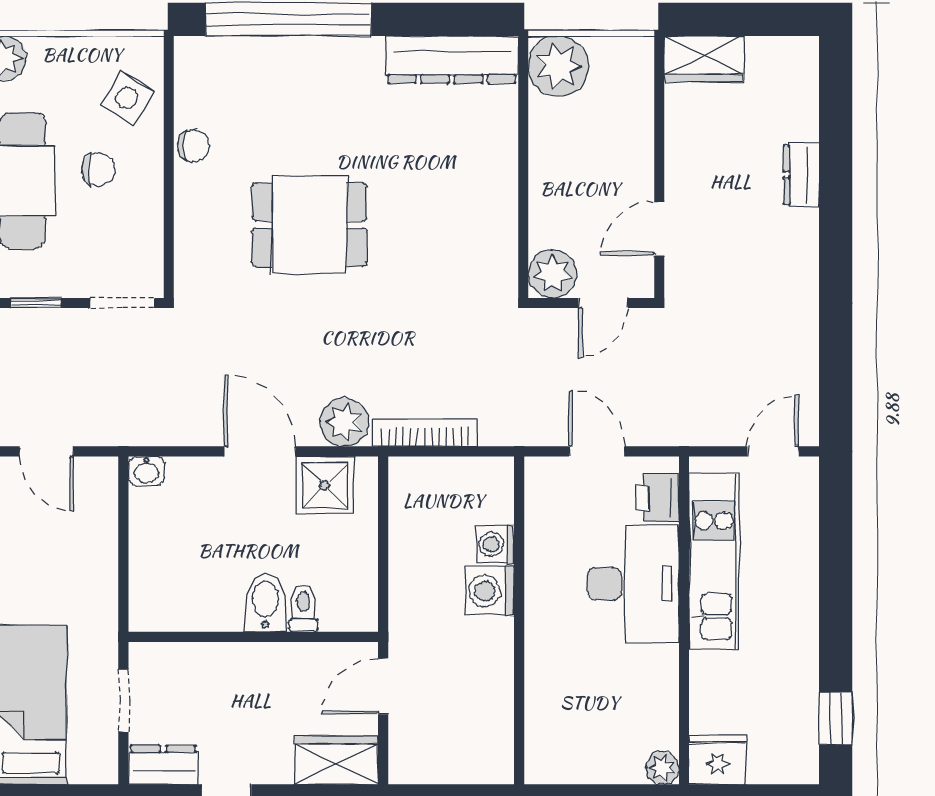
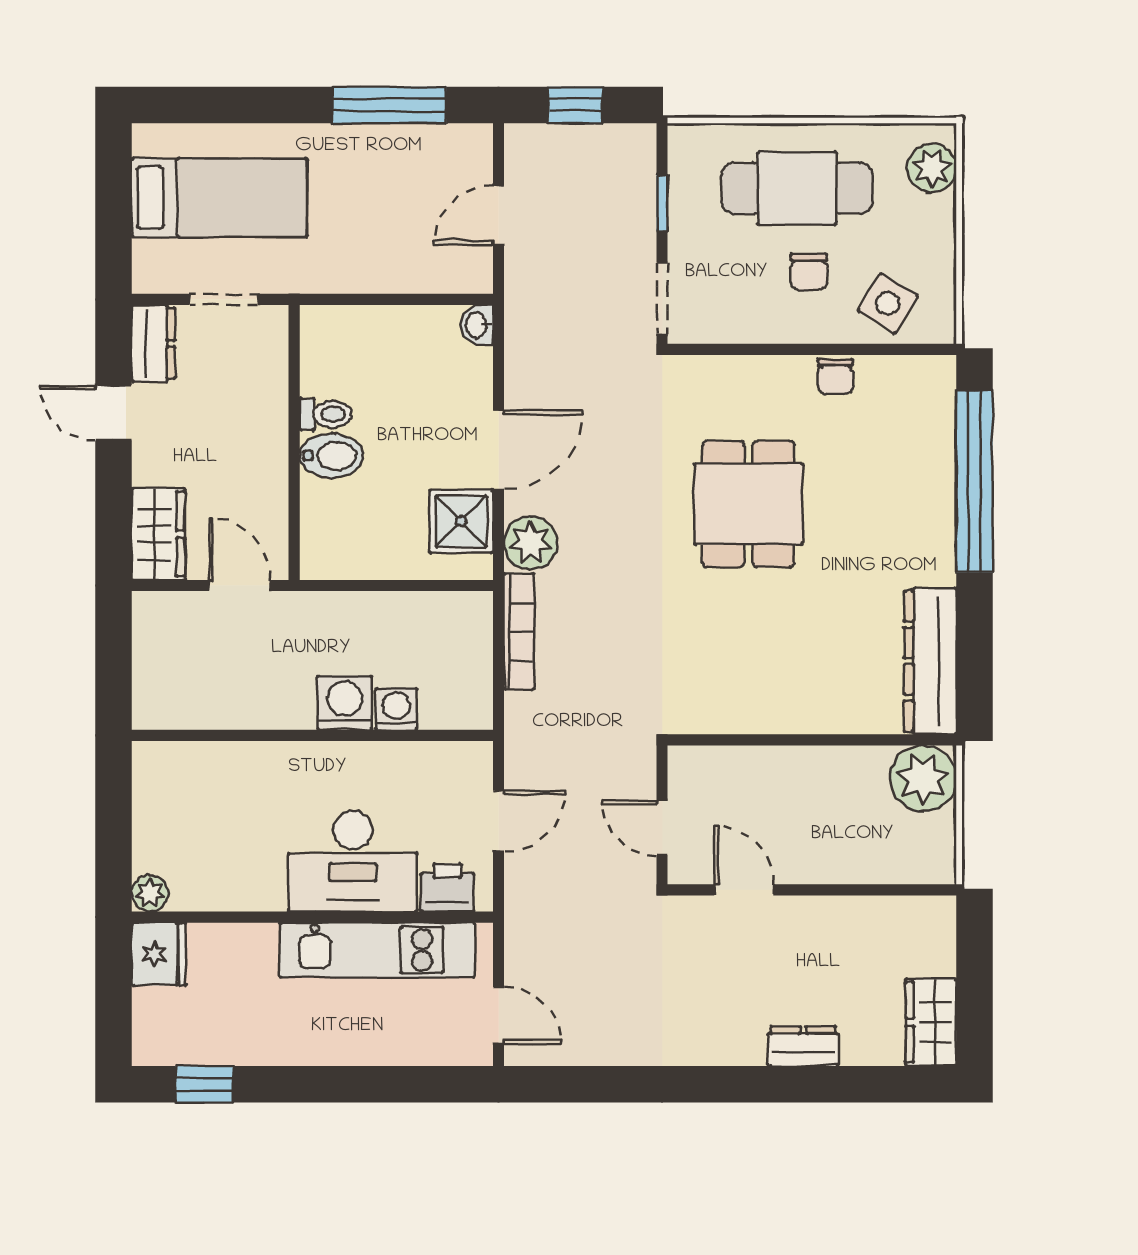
wardrobe: (704, 59) -> (931, 1022), moved
plant: (552, 274) -> (694, 772), removed
toilet: (303, 608) -> (326, 414), moved

